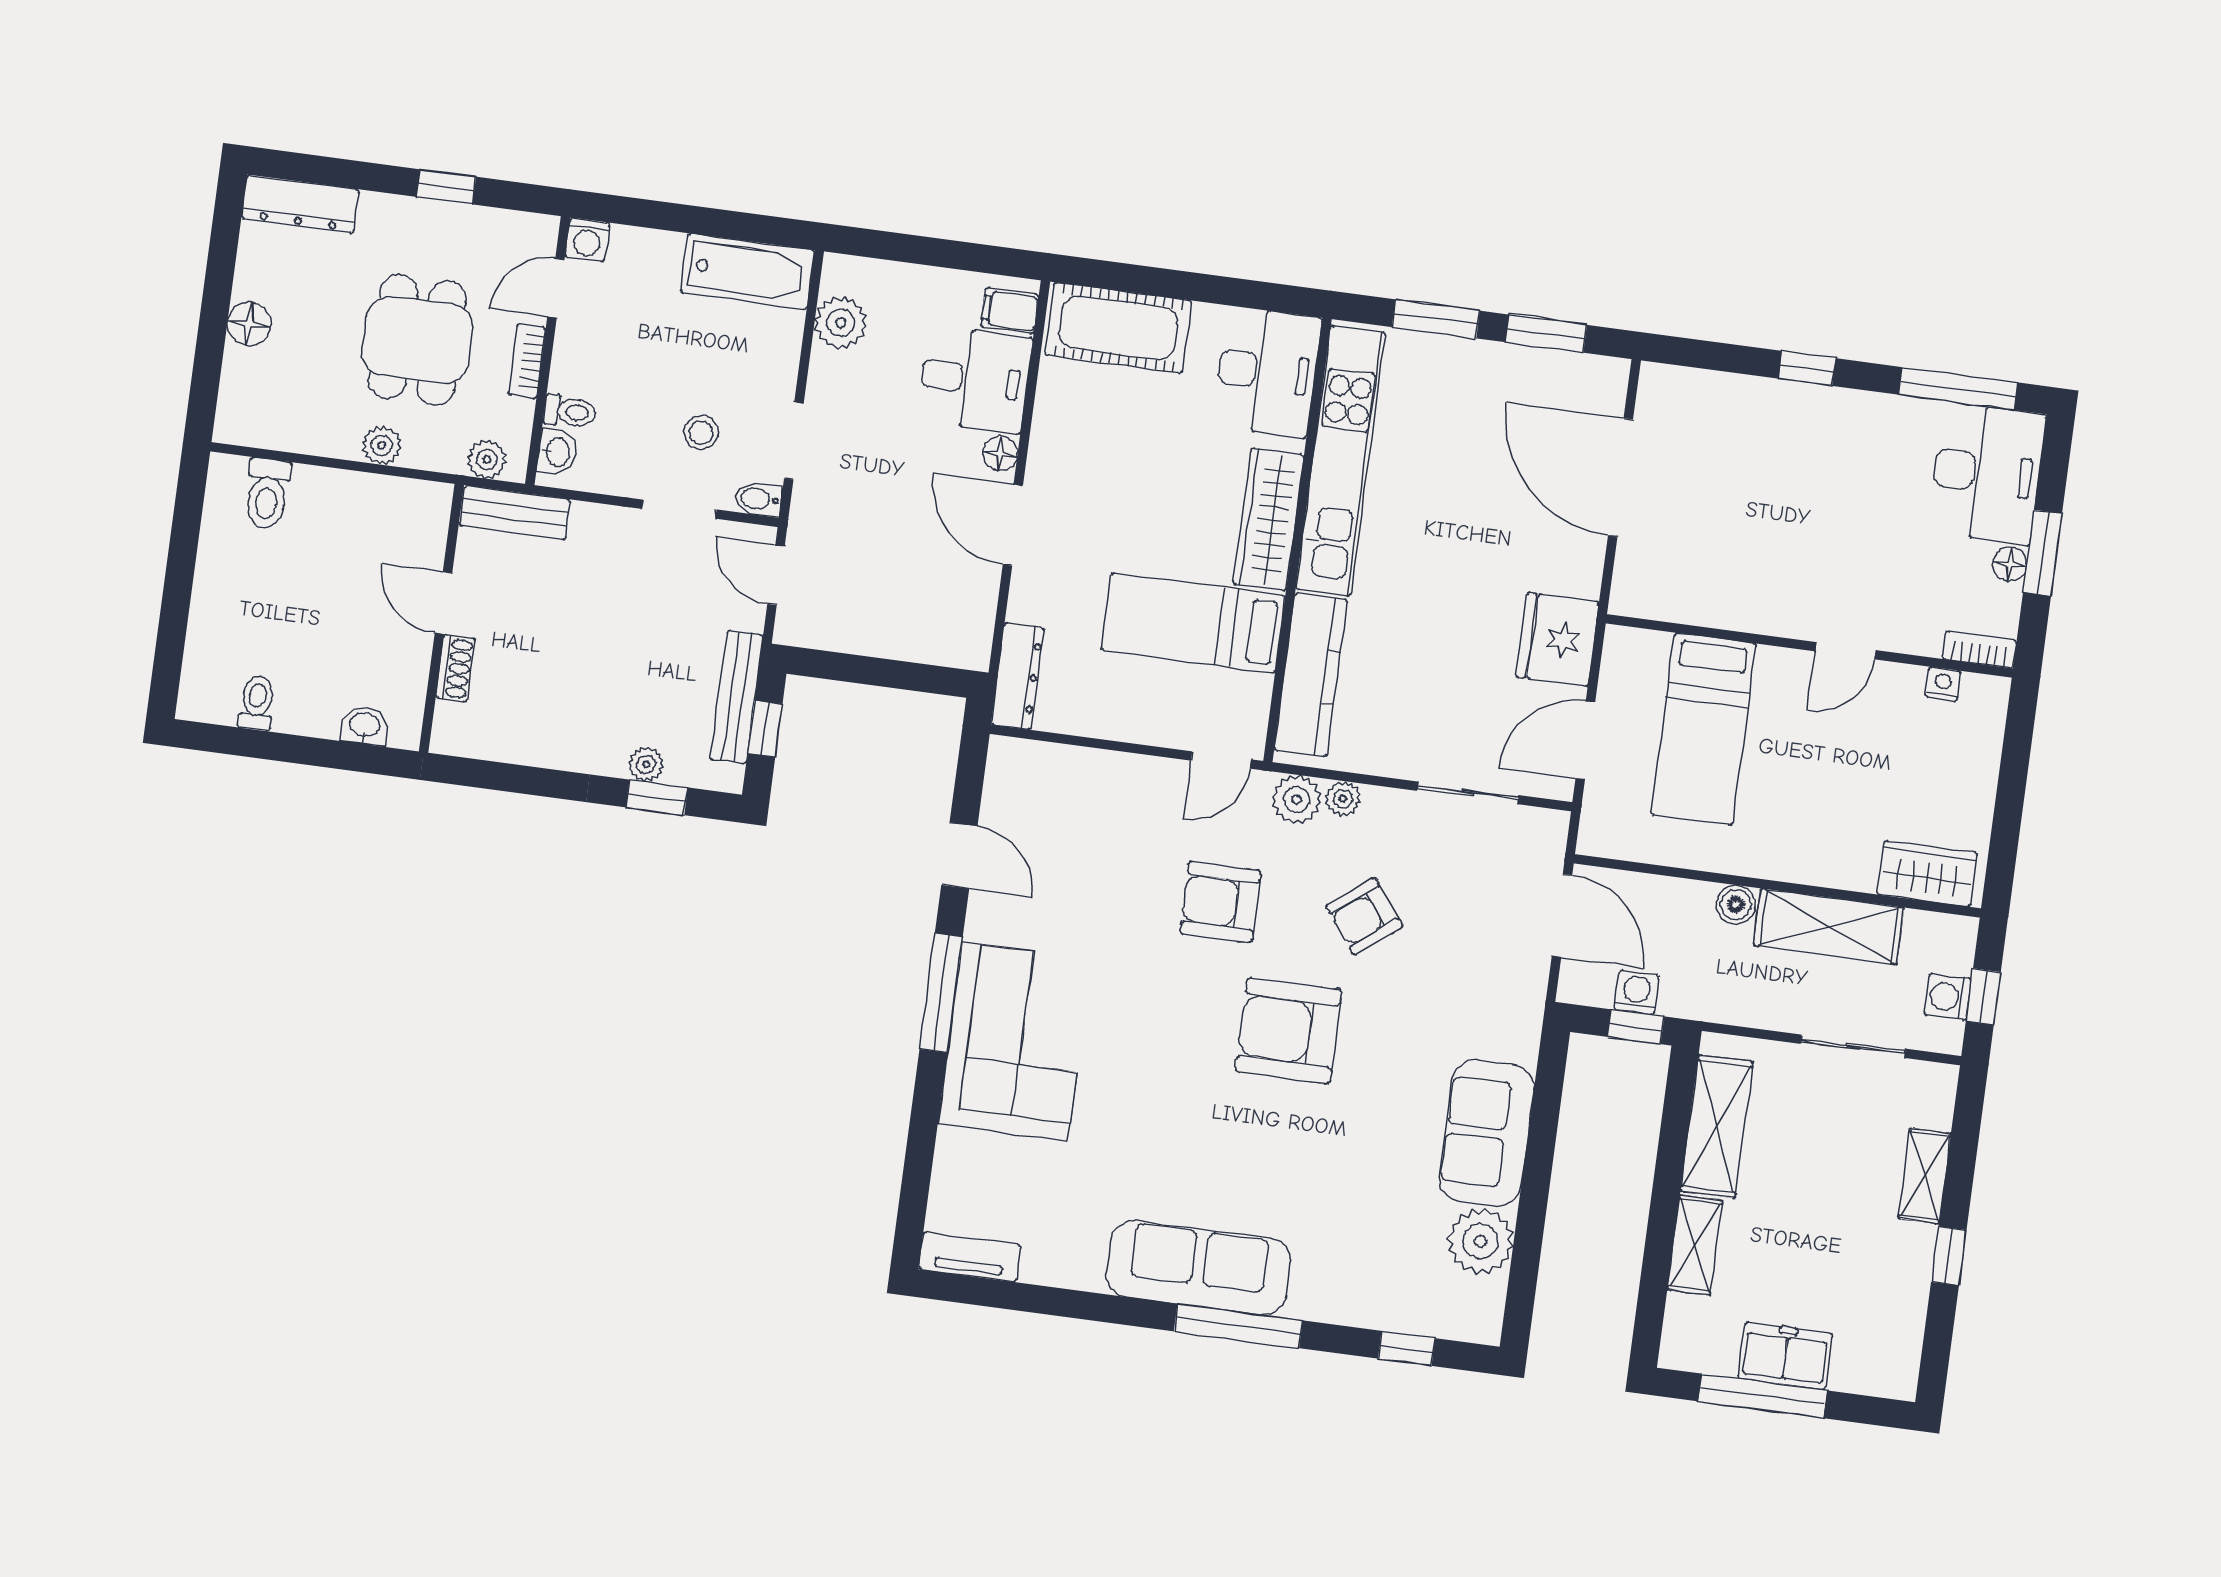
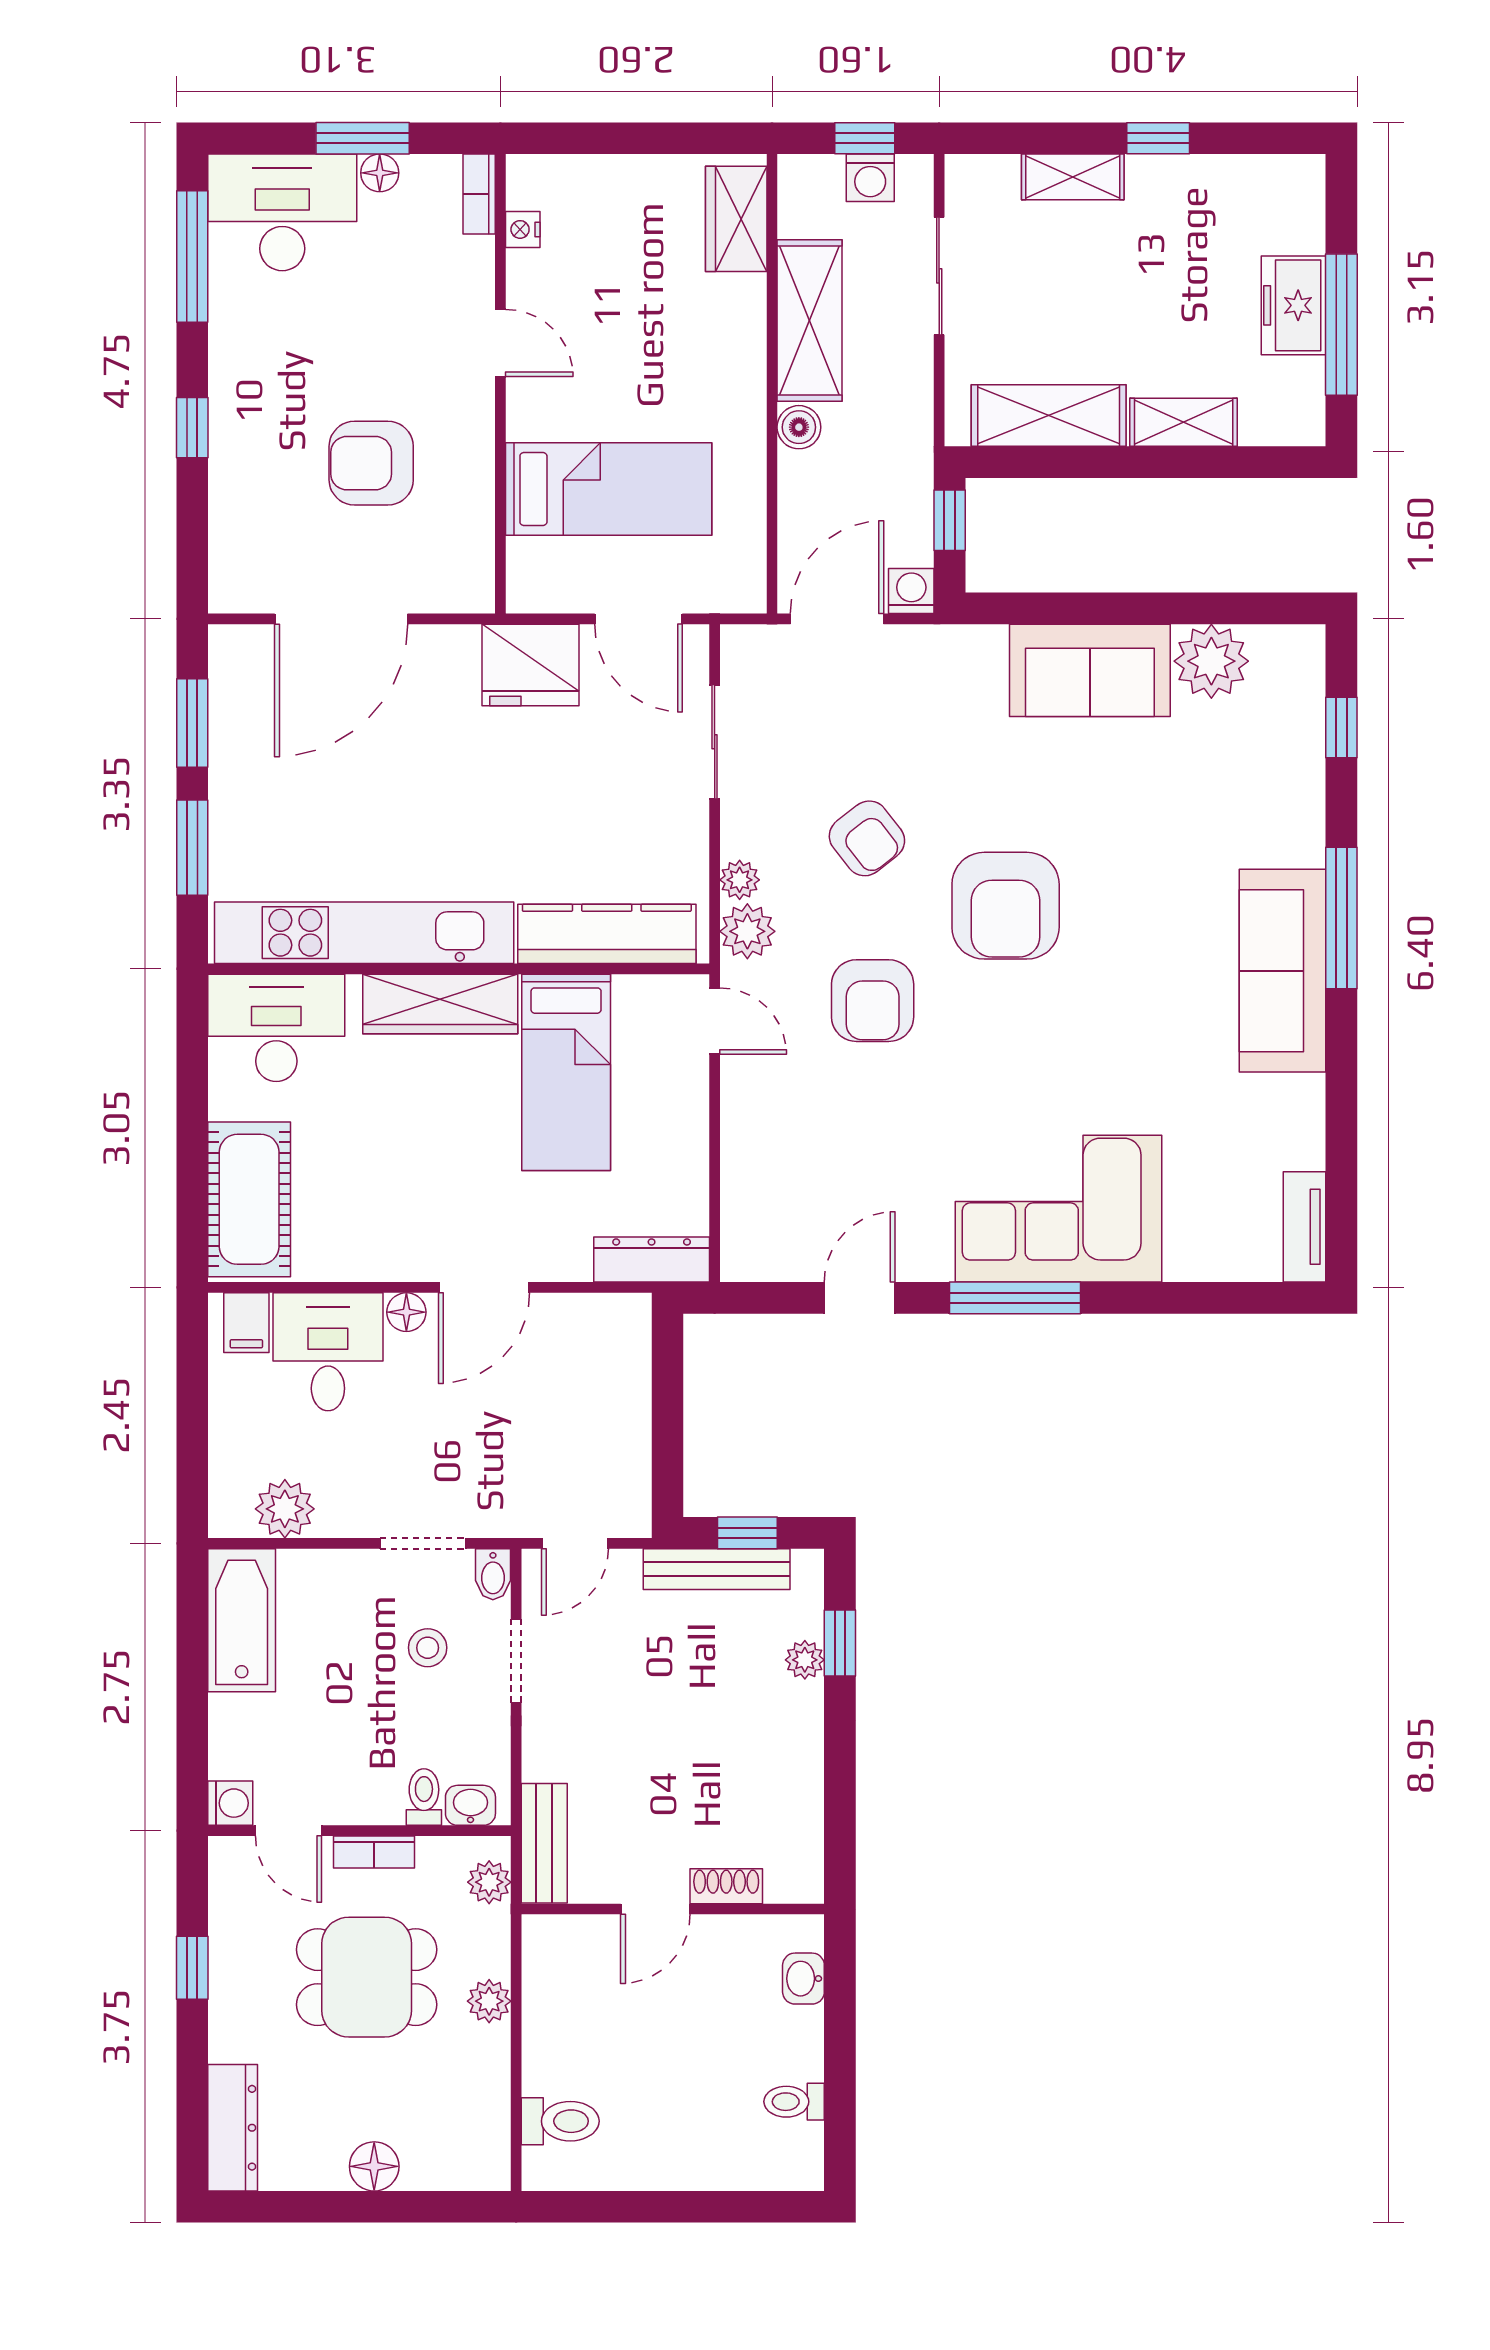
armchair: (1754, 522) -> (371, 463), added
washing machine: (1637, 992) -> (911, 591), moved, turned 90

